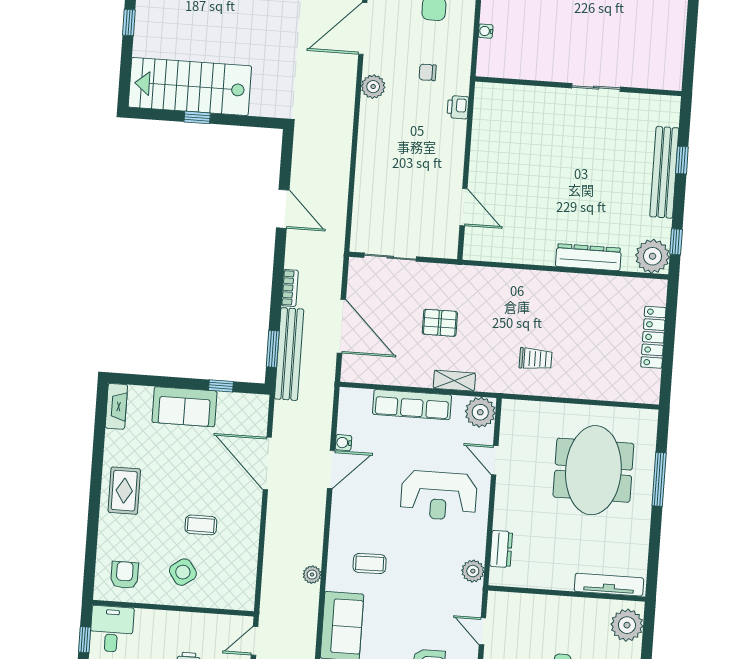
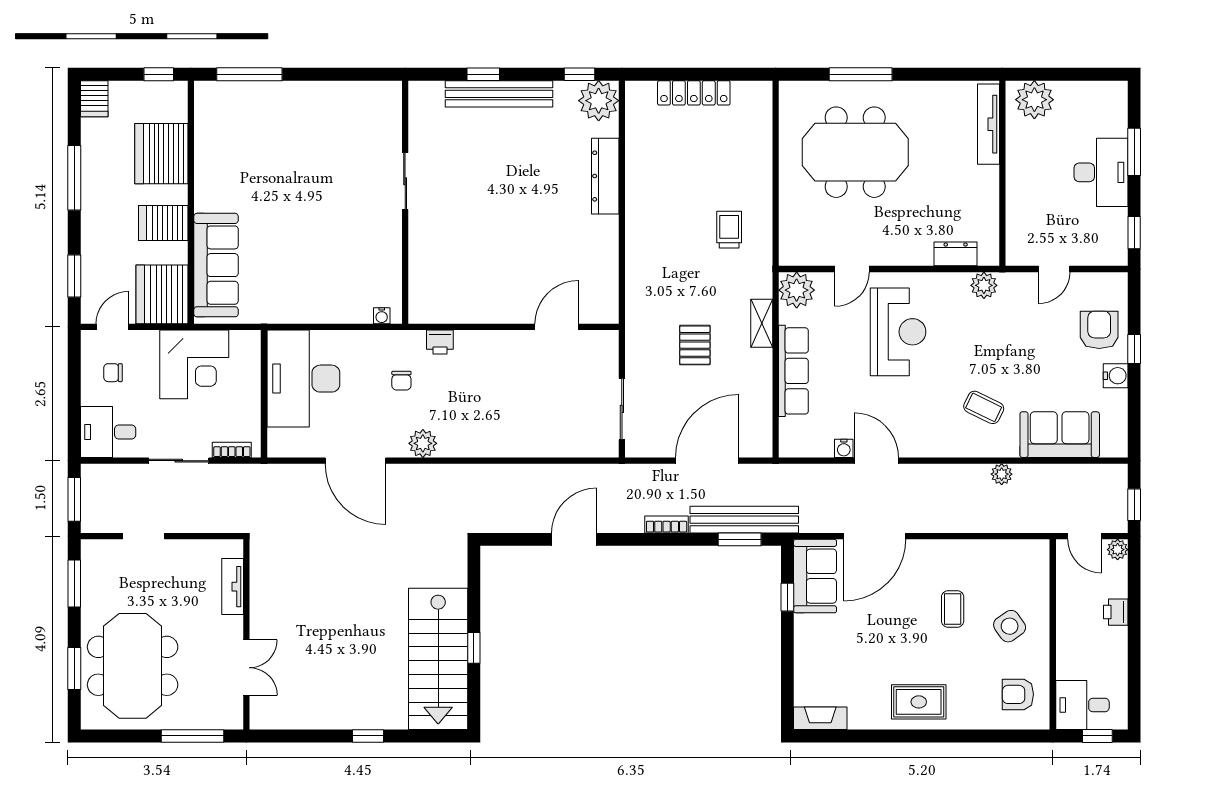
water cooler: (486, 31) -> (382, 316), moved
sofa: (184, 407) -> (815, 576), moved
coffee table: (370, 563) -> (984, 407), turned -63

